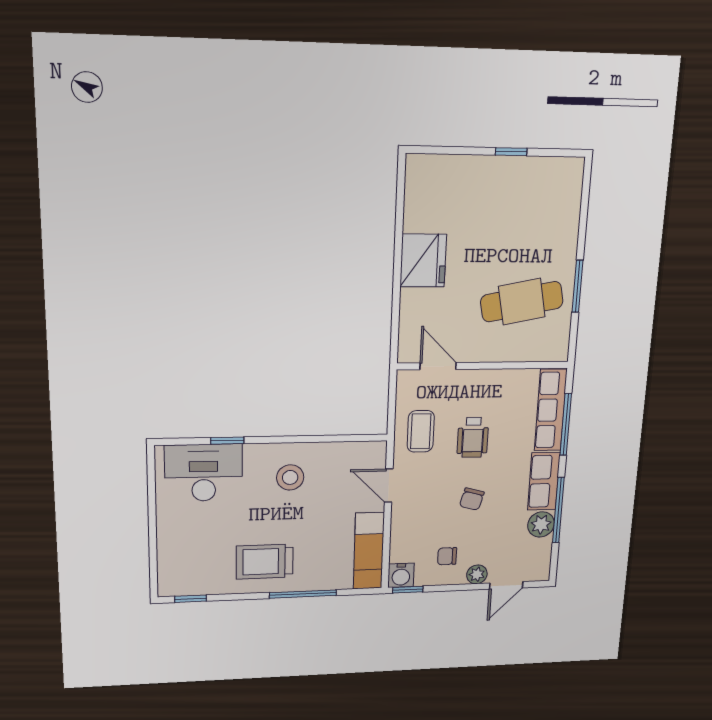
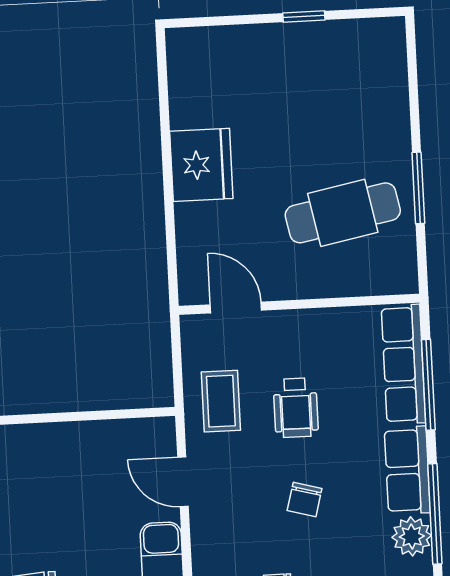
stool: (290, 477) -> (45, 473), removed

